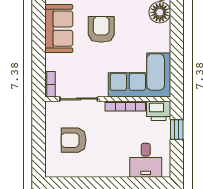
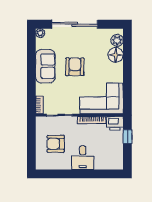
desk: (146, 160) -> (83, 158), moved

